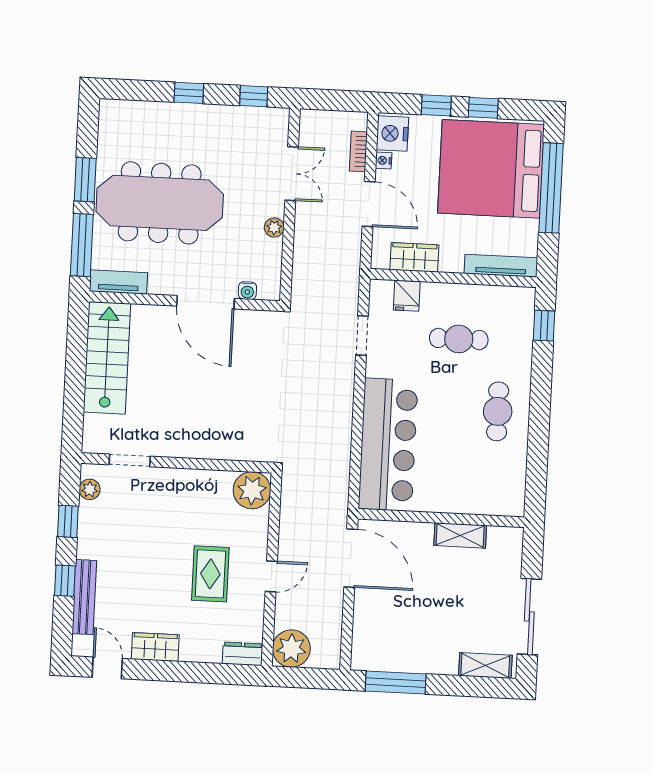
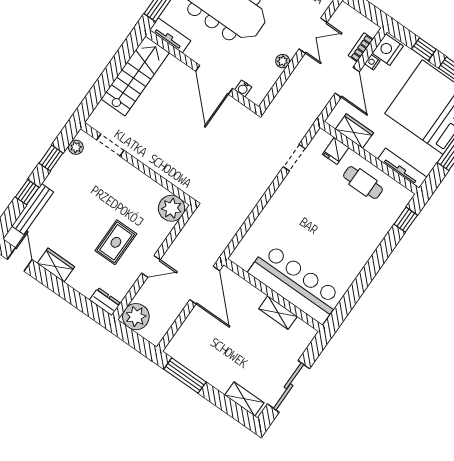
cafe table: (459, 339) -> (363, 183), moved
cafe table: (498, 411) -> (346, 253), removed
bar counter: (388, 445) -> (295, 284), moved, turned -90

